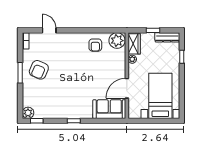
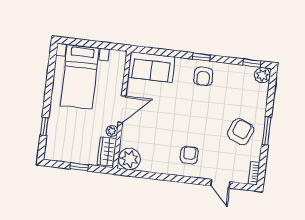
dresser: (167, 37) -> (61, 155), removed
armchair: (95, 45) -> (189, 155), moved
door: (127, 88) -> (122, 109), moved
armchair: (71, 107) -> (203, 76), added

